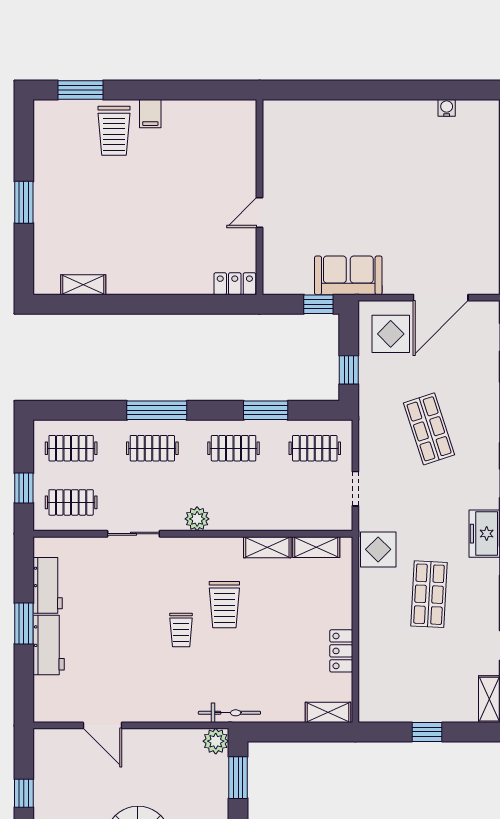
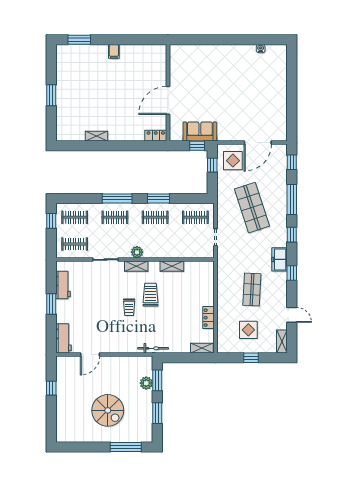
trolley: (114, 131) -> (96, 60), removed
door: (260, 212) -> (168, 100), width x1.88
sofa: (348, 275) -> (200, 132), moved
shelving: (83, 285) -> (96, 136), moved
window: (349, 370) -> (212, 165), moved
window: (266, 410) -> (159, 198), moved
shop shelf: (429, 429) -> (252, 208), width x1.43, depth x1.36
window: (24, 488) -> (51, 221), moved
shelving: (316, 547) -> (136, 266), moved
display table: (378, 549) -> (248, 330), moved
trolley: (224, 605) -> (151, 295), turned 180
workbench: (49, 645) -> (63, 338), moved
door: (102, 725) -> (90, 355), hinge flipped
plant: (216, 741) -> (146, 383), moved

